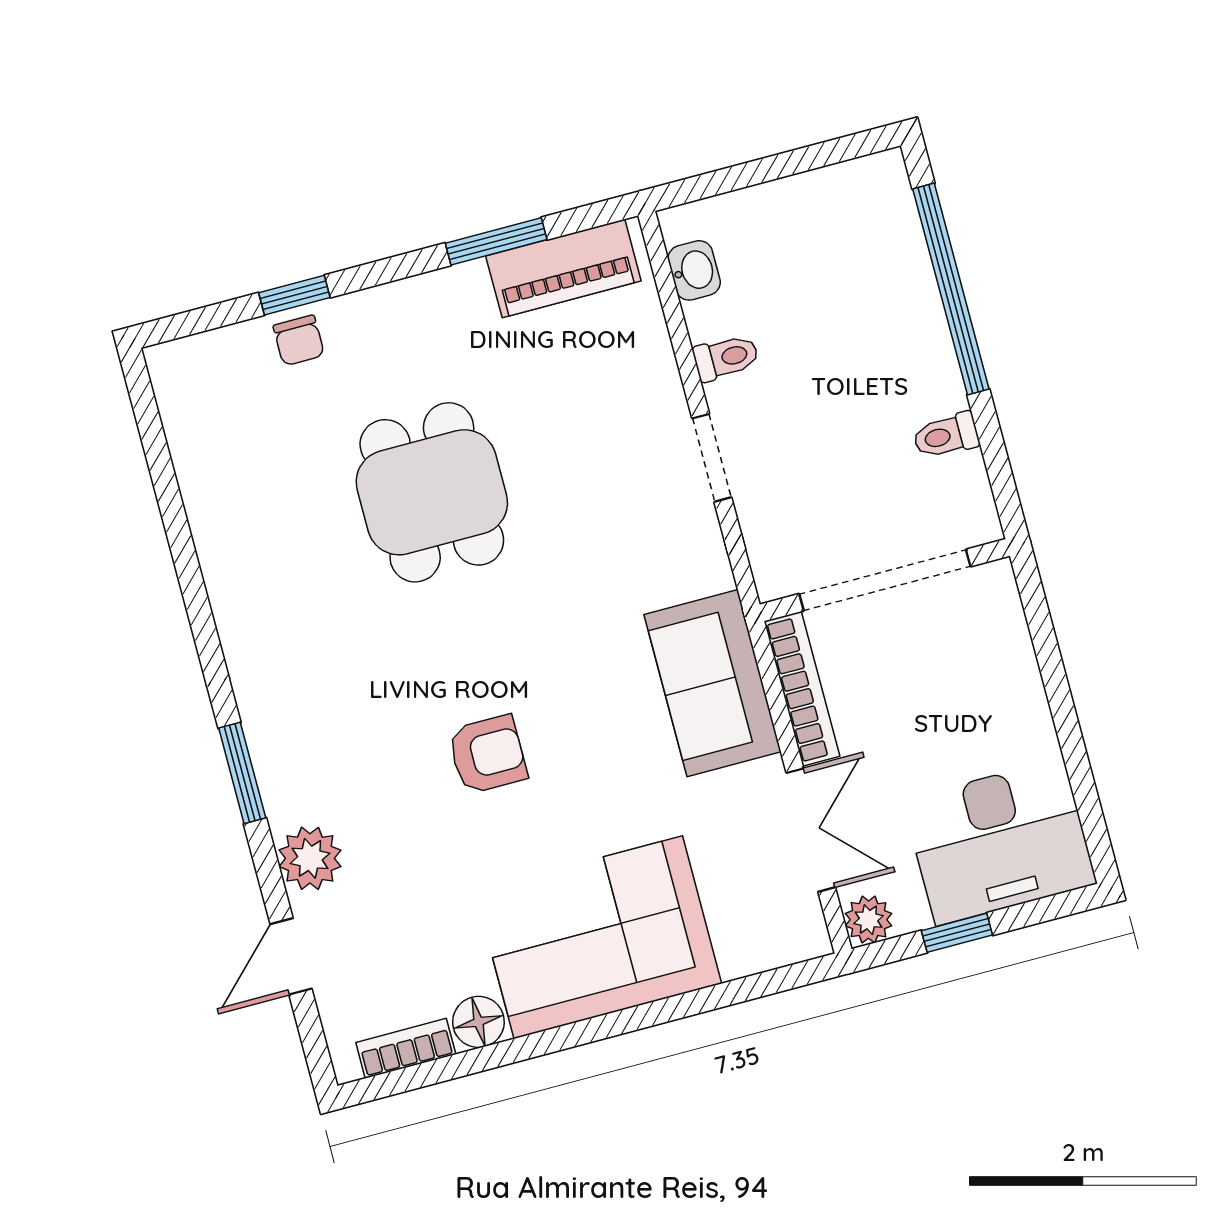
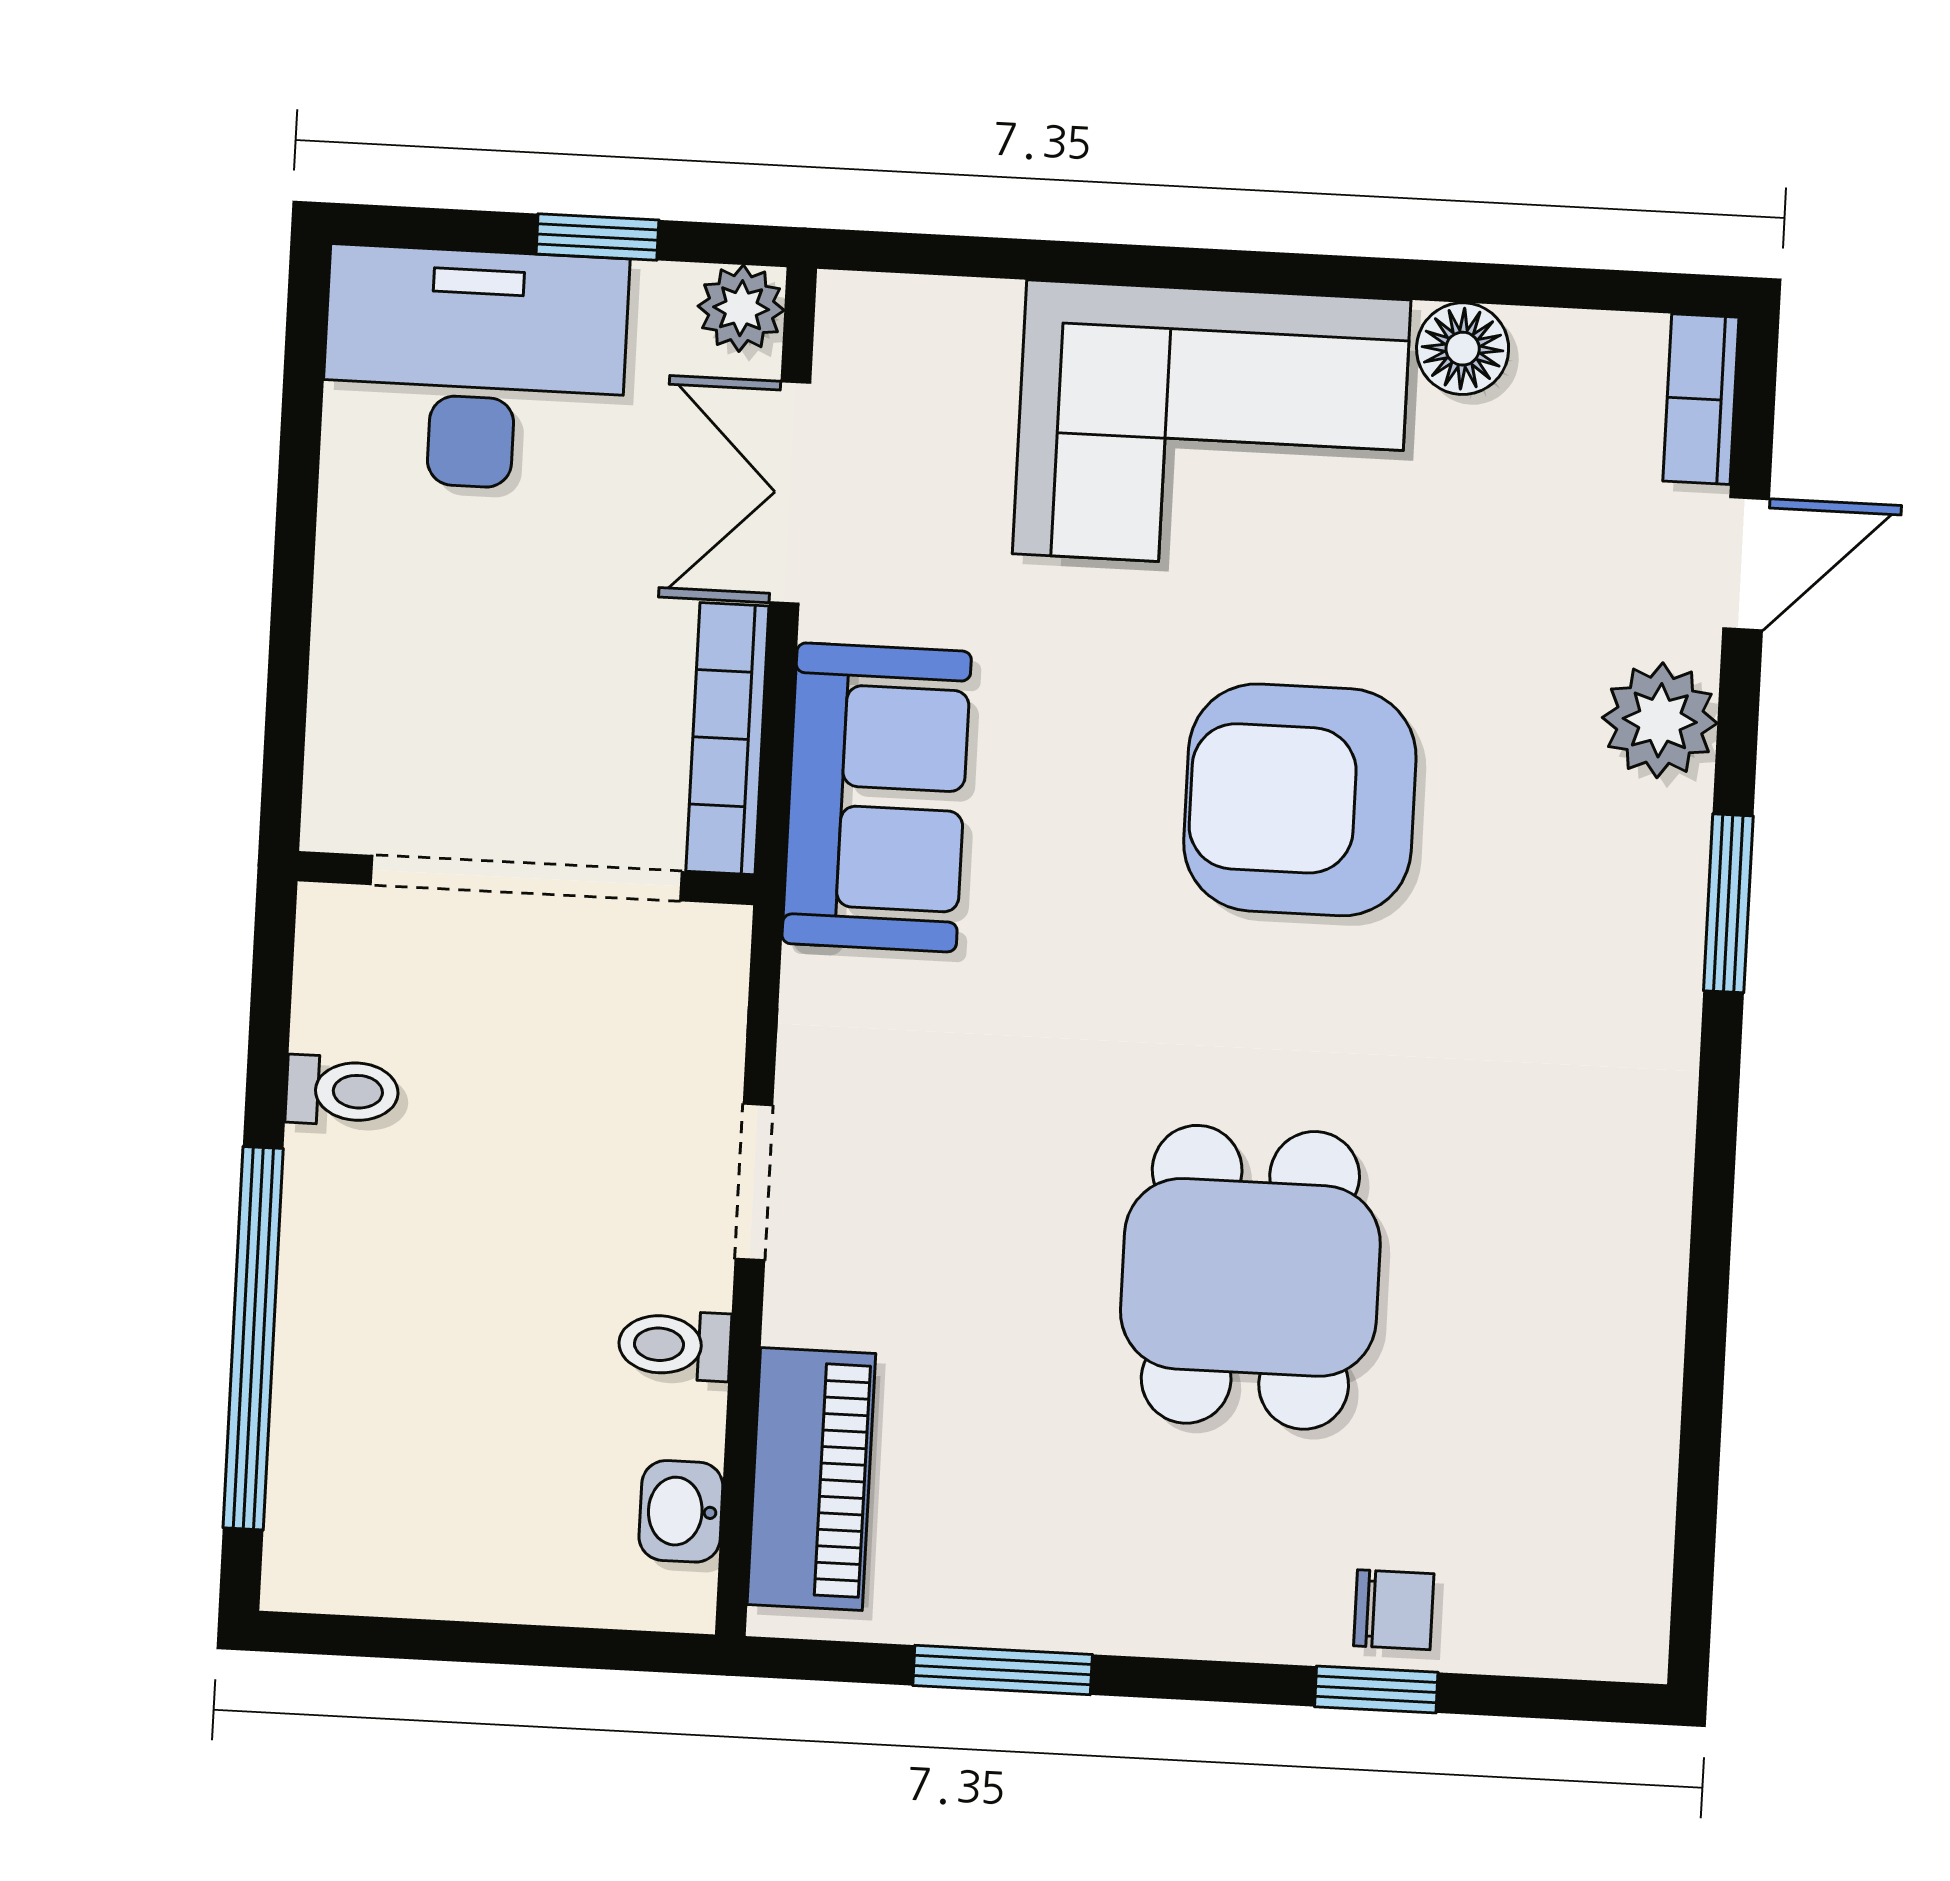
piano: (563, 268) -> (811, 1479), moved, turned 90
chair: (299, 340) -> (1394, 1610), turned 90
armchair: (487, 754) -> (1300, 800), width x1.88, depth x1.88
bookcase: (406, 1048) -> (1701, 399), moved, turned 90

